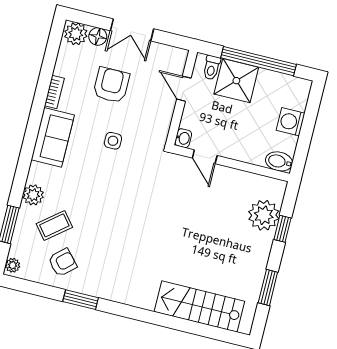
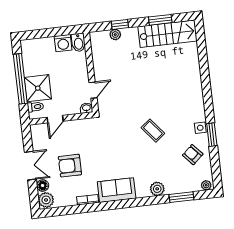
washing machine: (291, 122) -> (63, 43), moved
side table: (113, 141) -> (200, 128), moved
plant: (264, 215) -> (115, 35), width x0.53, depth x0.53
coffee table: (54, 225) -> (153, 131), moved
stairs: (199, 306) -> (167, 34), moved, turned -90

